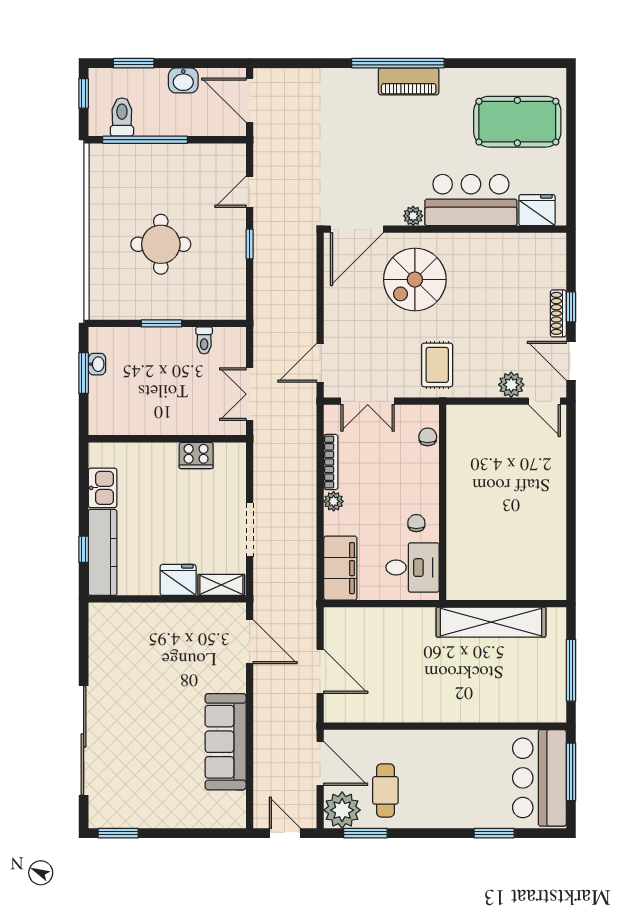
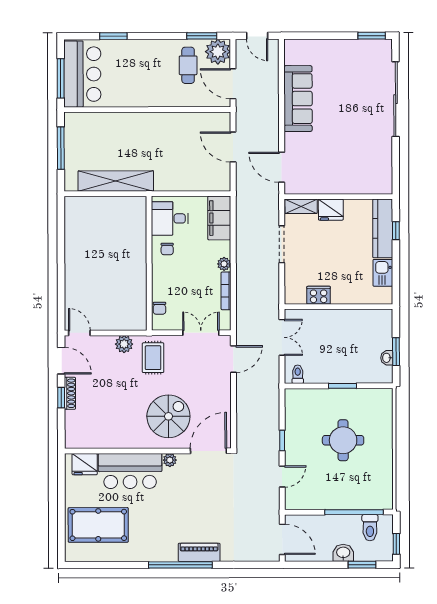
washbasin: (183, 80) -> (343, 553), moved
piano: (409, 81) -> (199, 552), moved
toilet: (204, 340) -> (298, 374), moved
plant: (511, 385) -> (124, 344), moved

